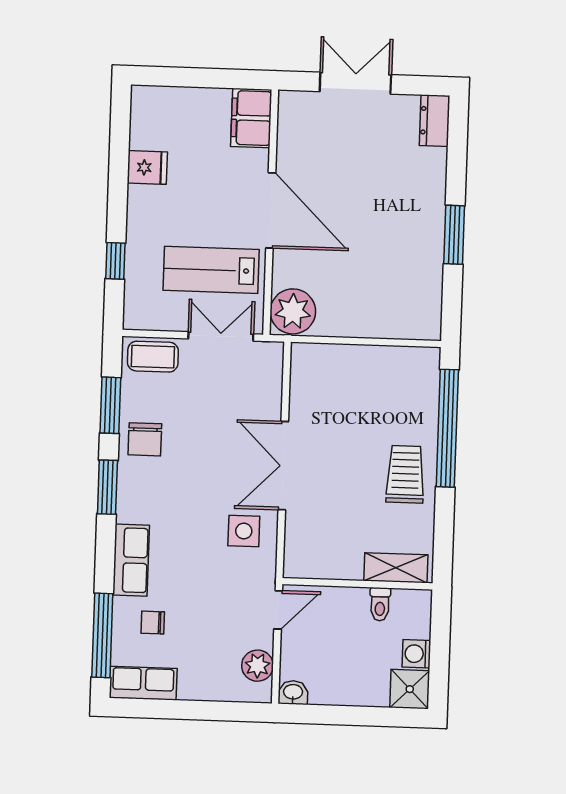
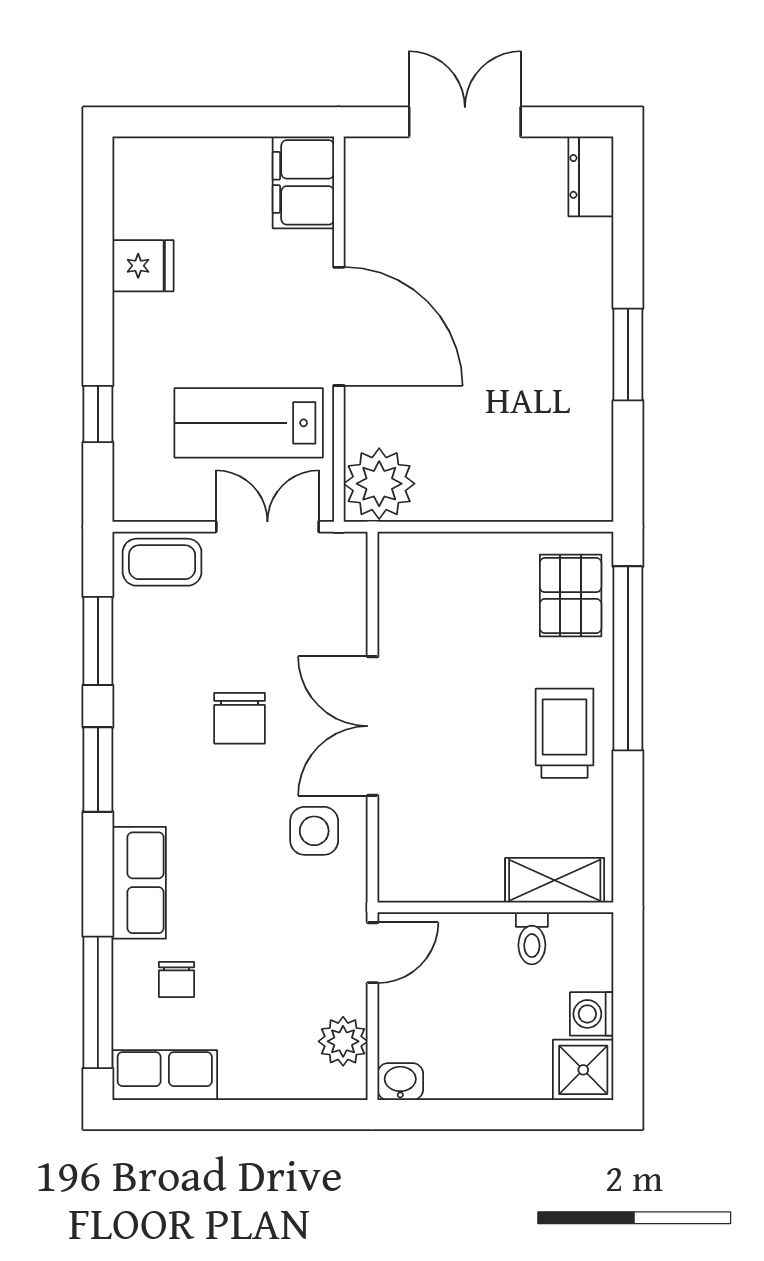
pallet: (412, 387) -> (571, 596), added
chair: (145, 439) -> (240, 718), moved
chair: (153, 623) -> (176, 979), turned -90

